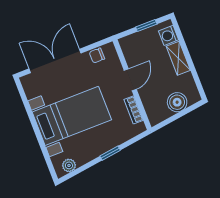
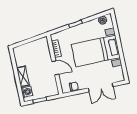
double door: (55, 61) -> (101, 87), width x0.73
door: (130, 80) -> (55, 68), swing flipped
boiler: (177, 102) -> (28, 49), removed

